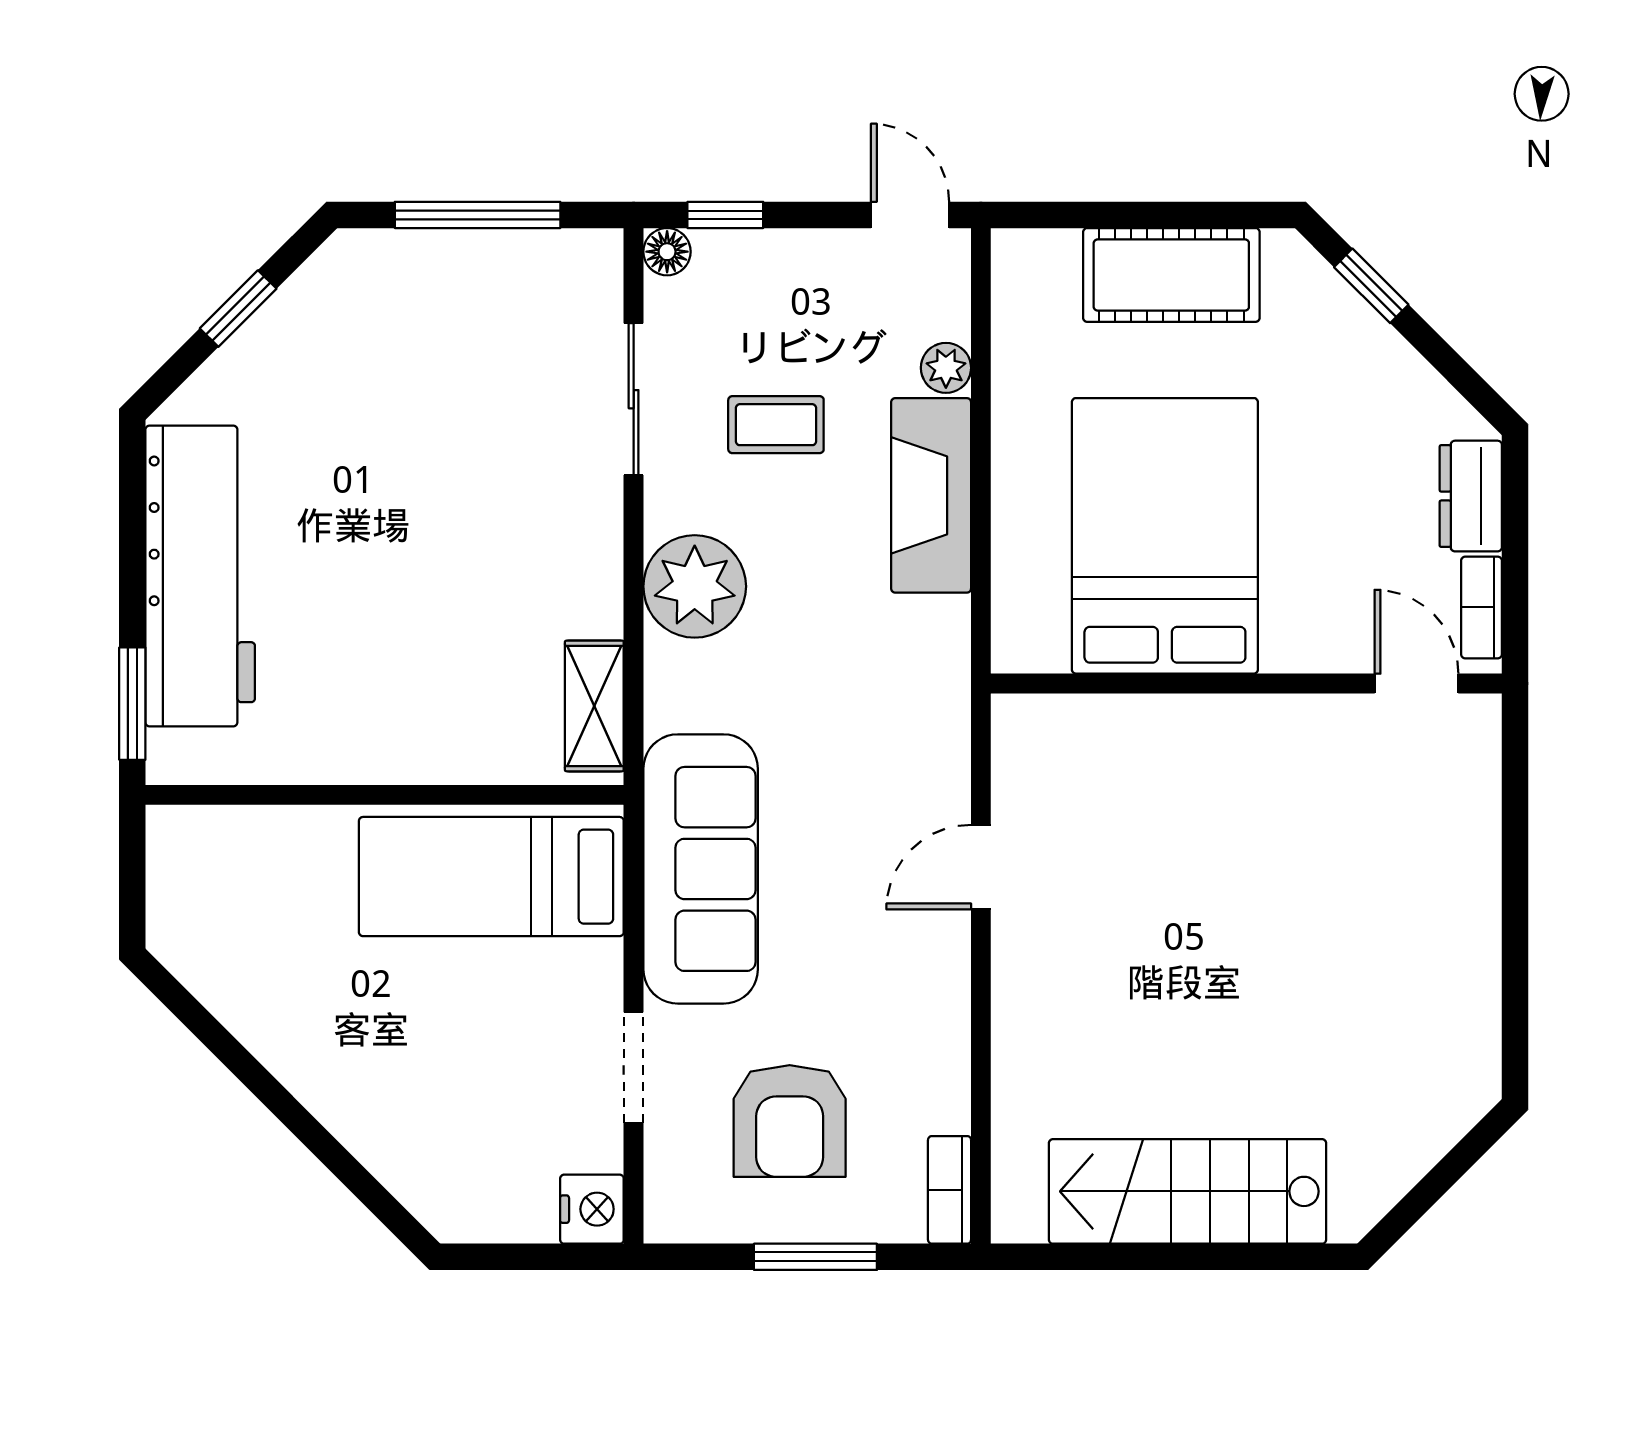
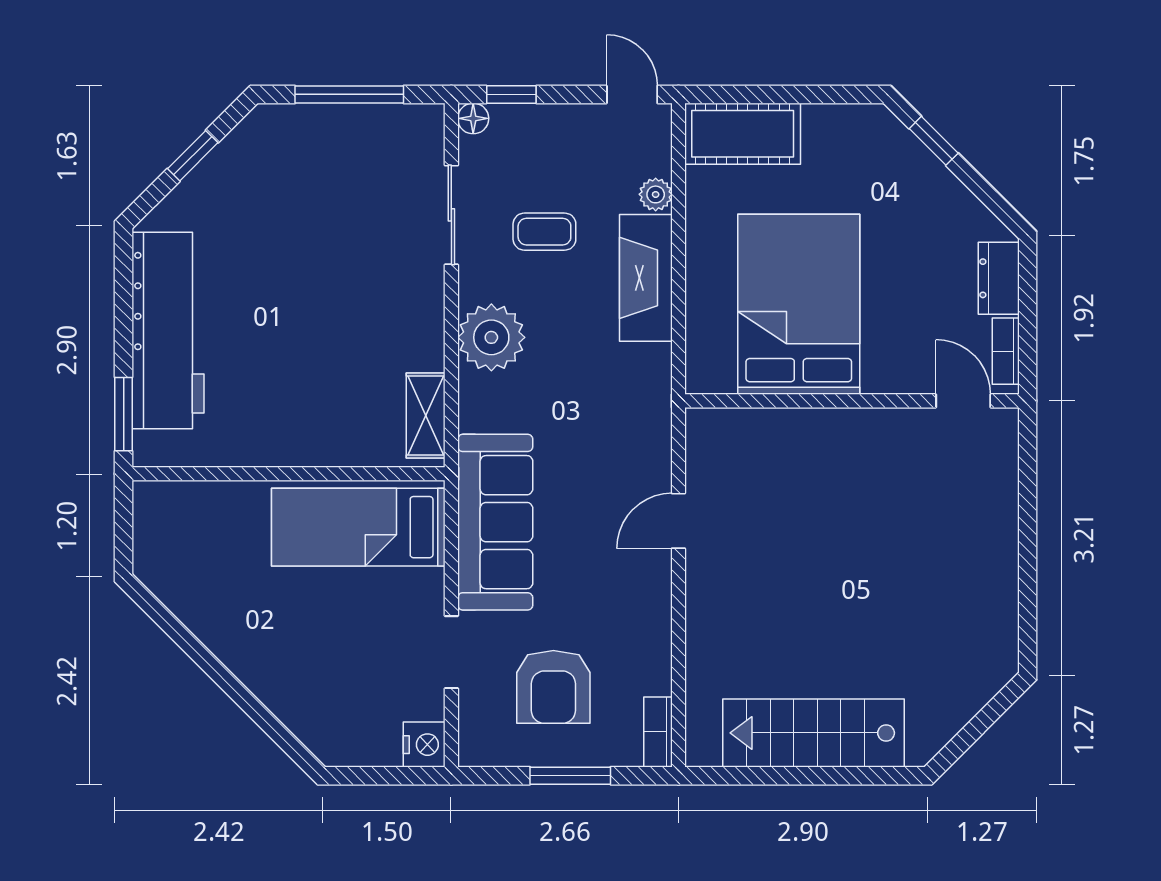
cot: (1171, 275) -> (743, 134), moved

